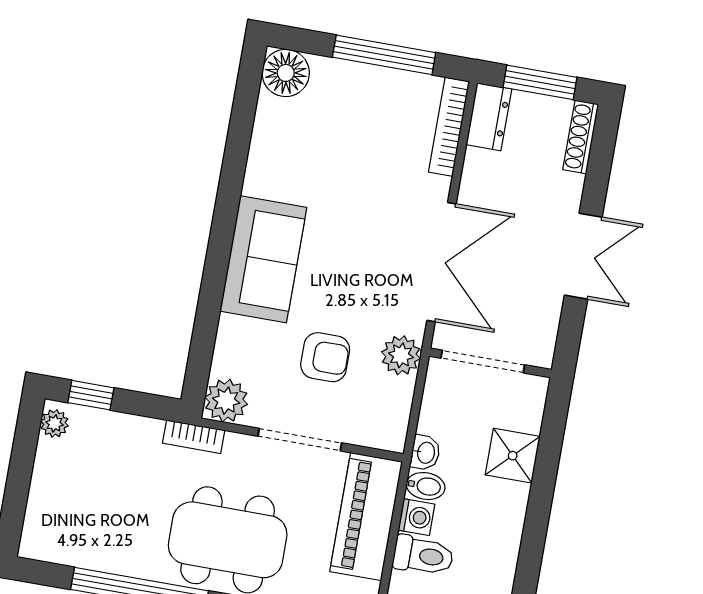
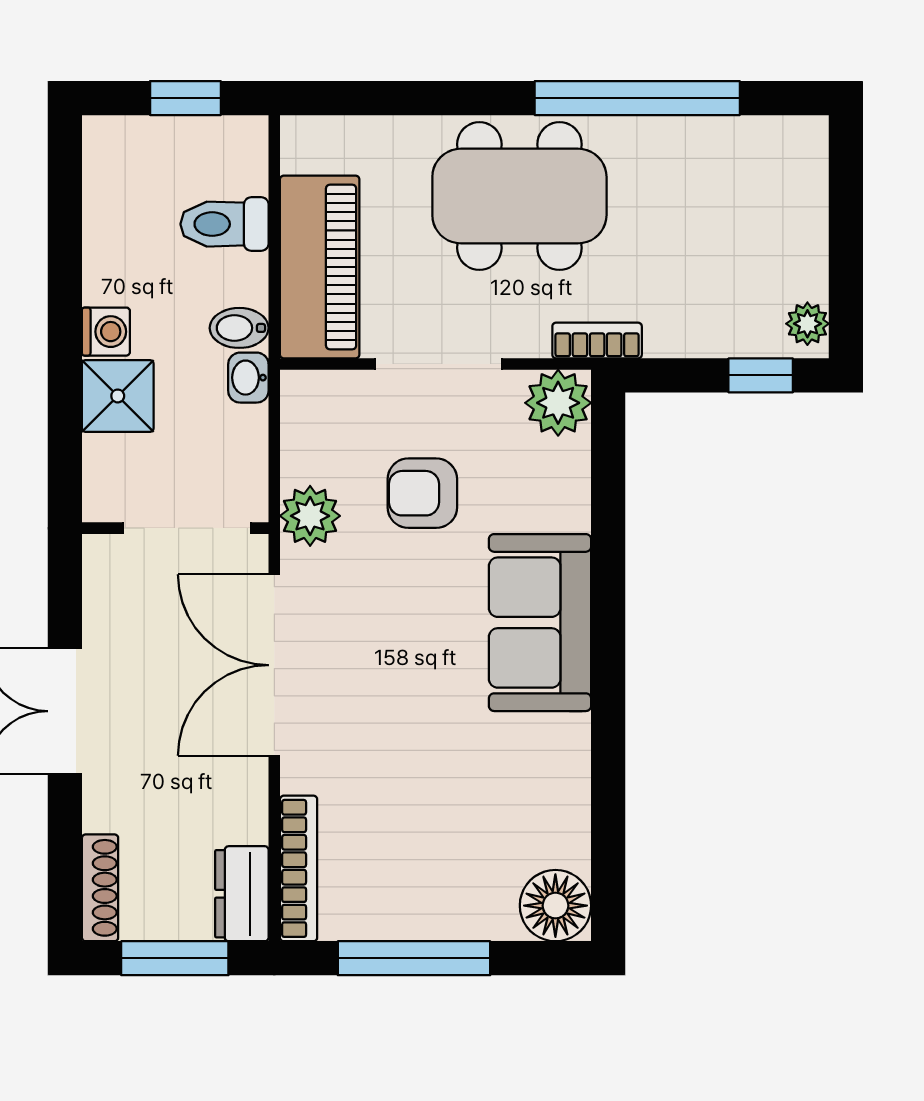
washing machine: (416, 517) -> (106, 332), moved, turned 180

